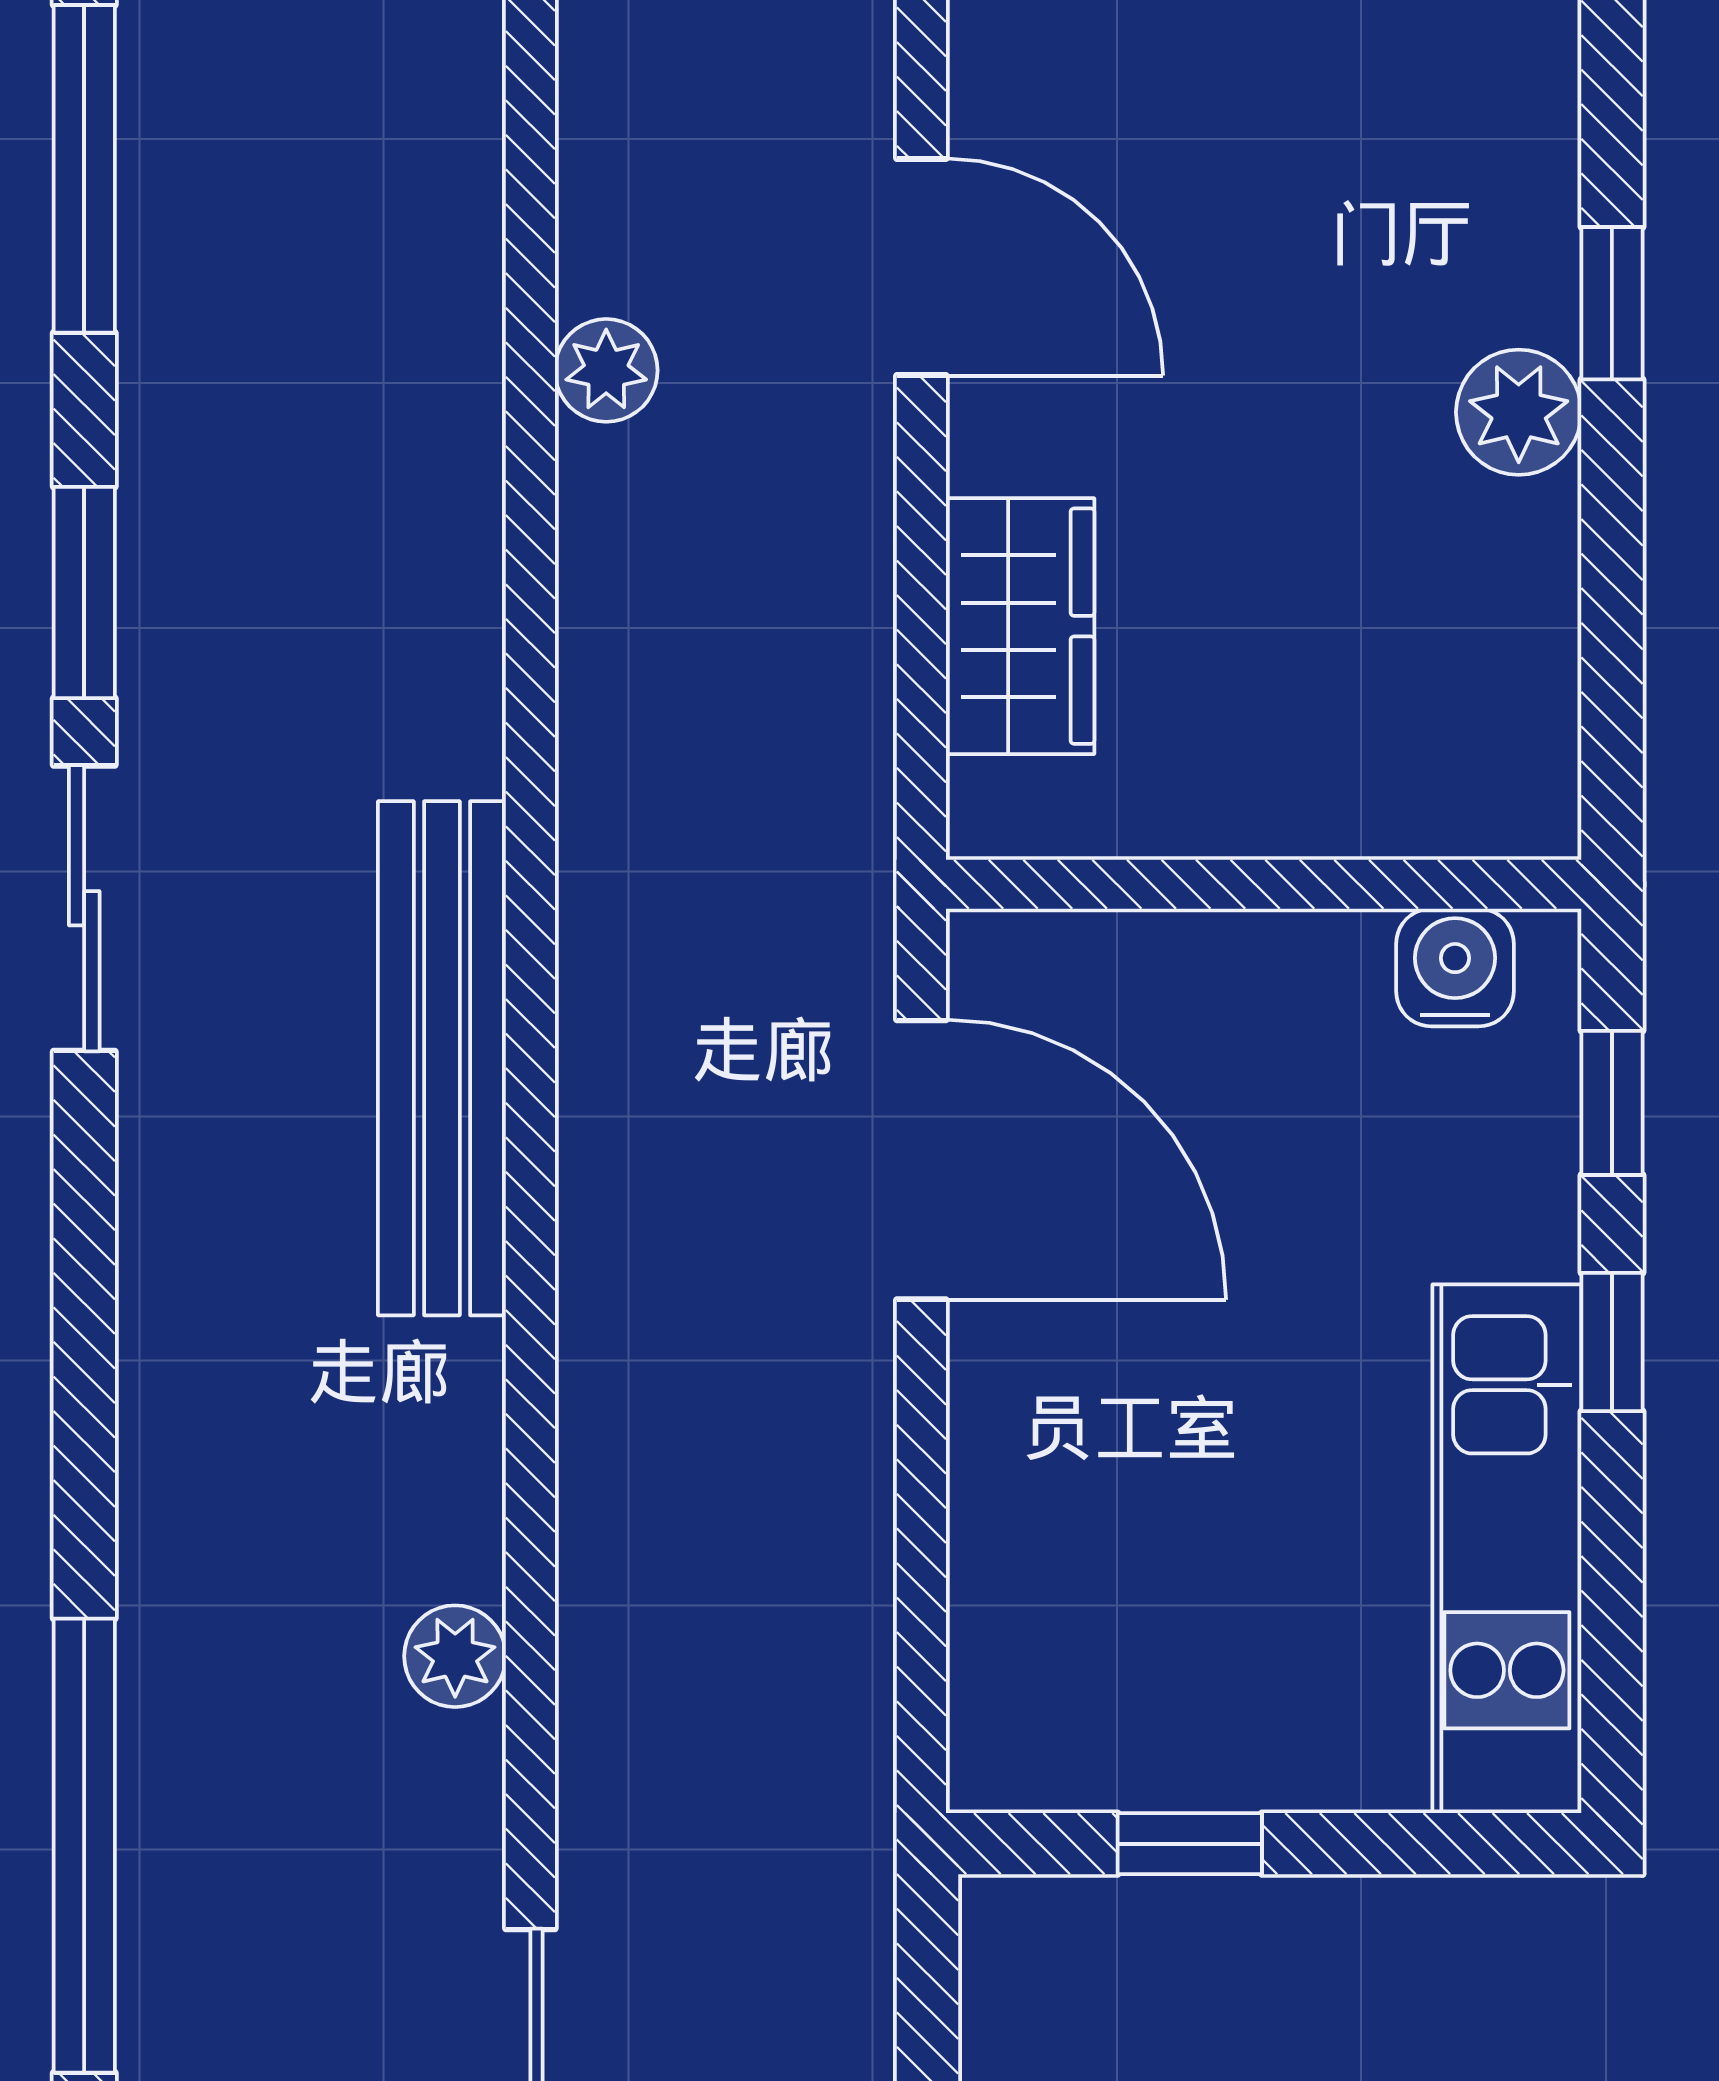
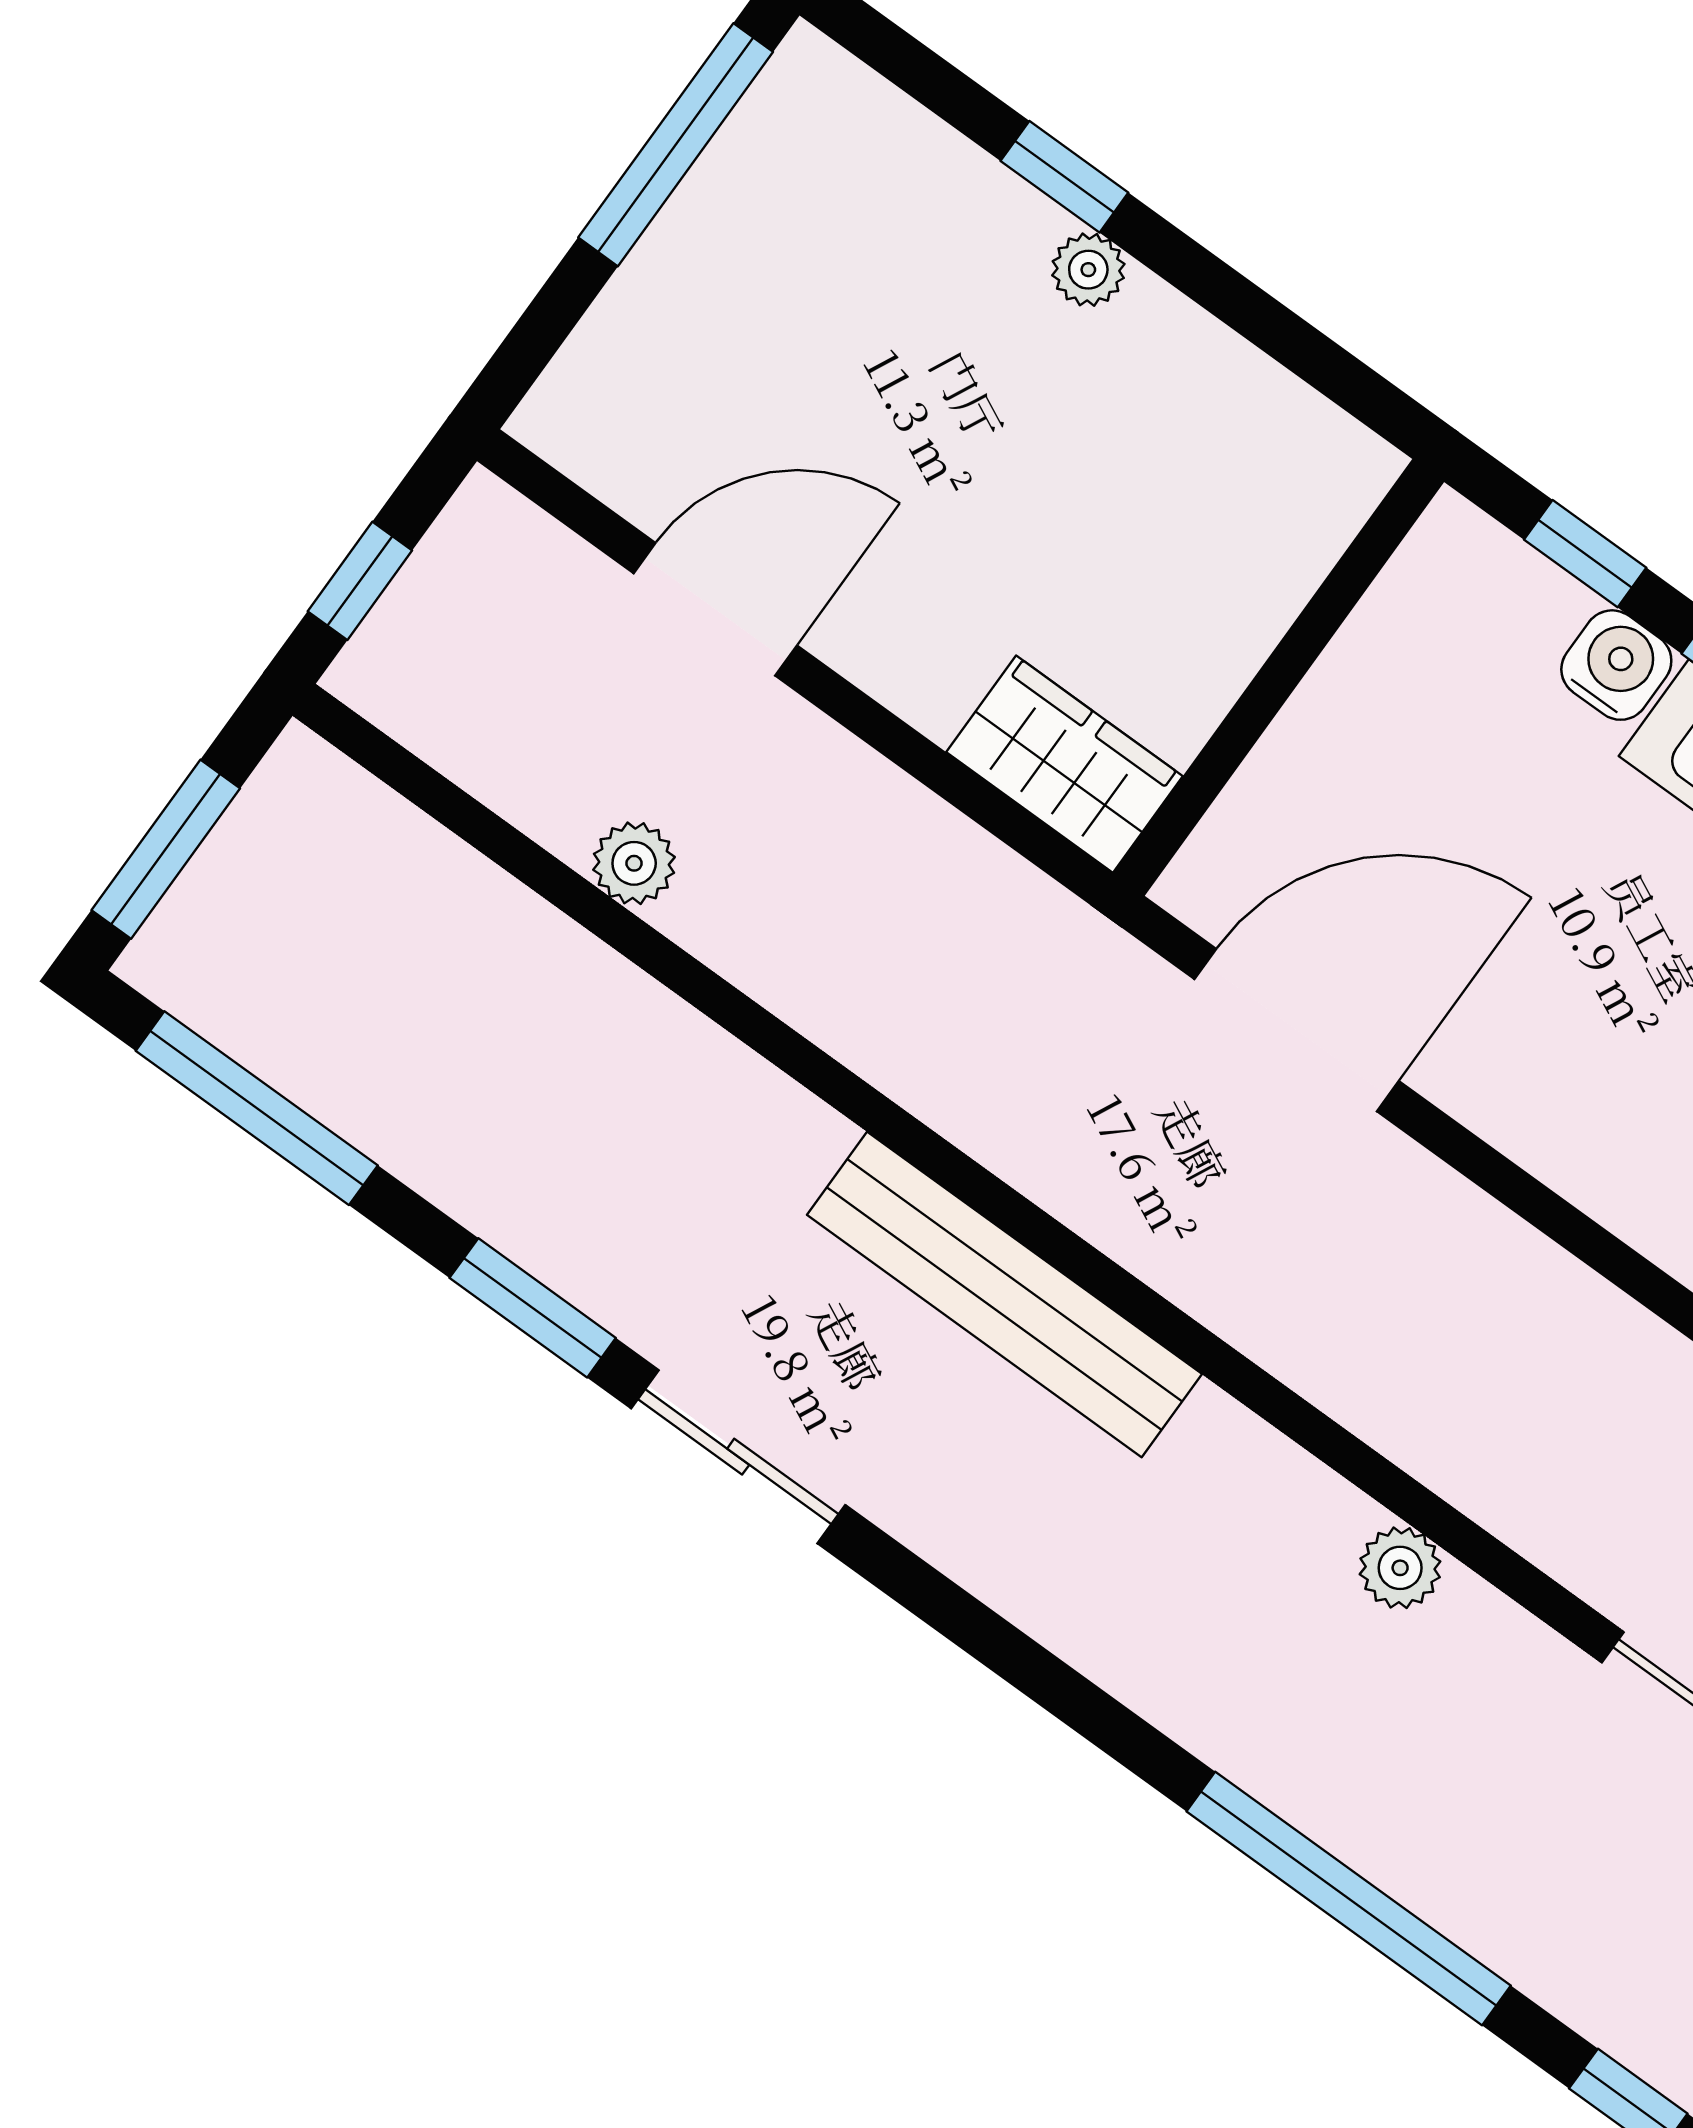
plant: (1519, 412) -> (1088, 270), width x0.73, depth x0.73
wardrobe: (1020, 626) -> (1064, 764), moved
water cooler: (1455, 968) -> (1616, 665), moved, turned 90

